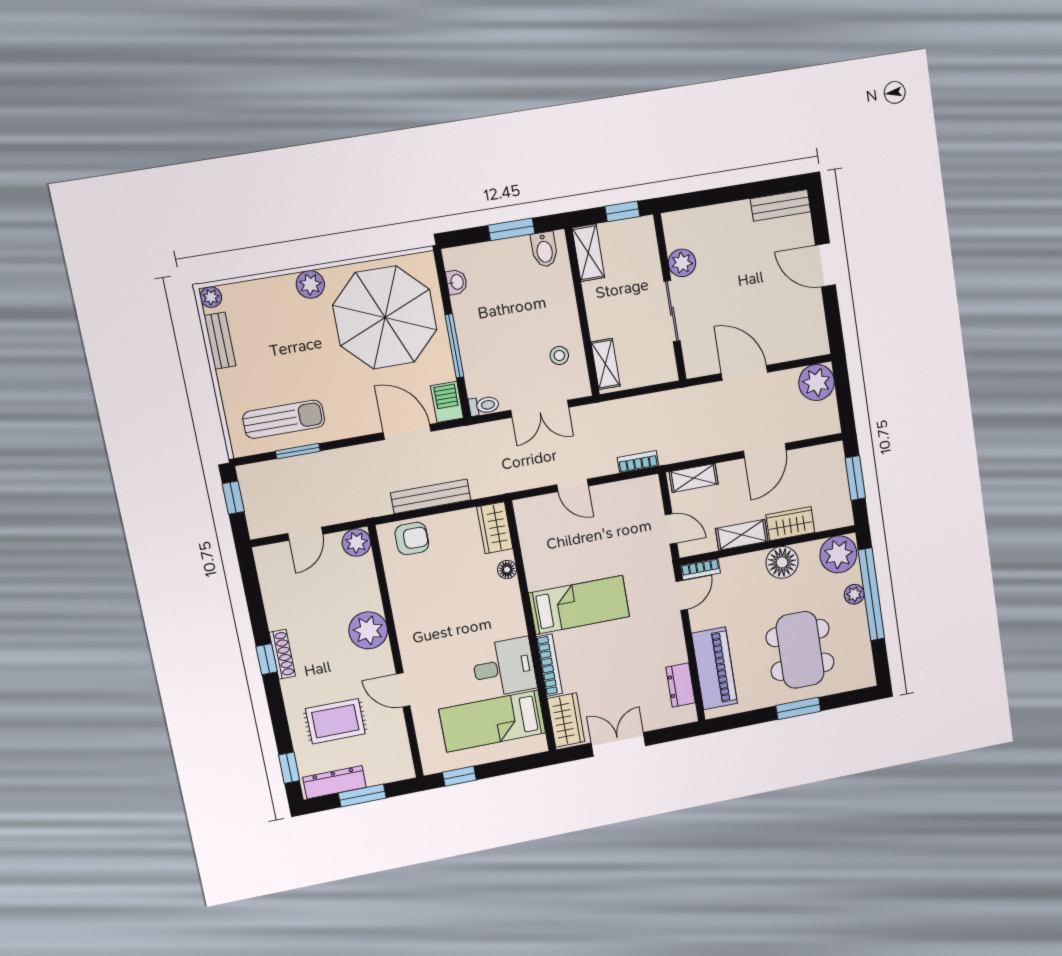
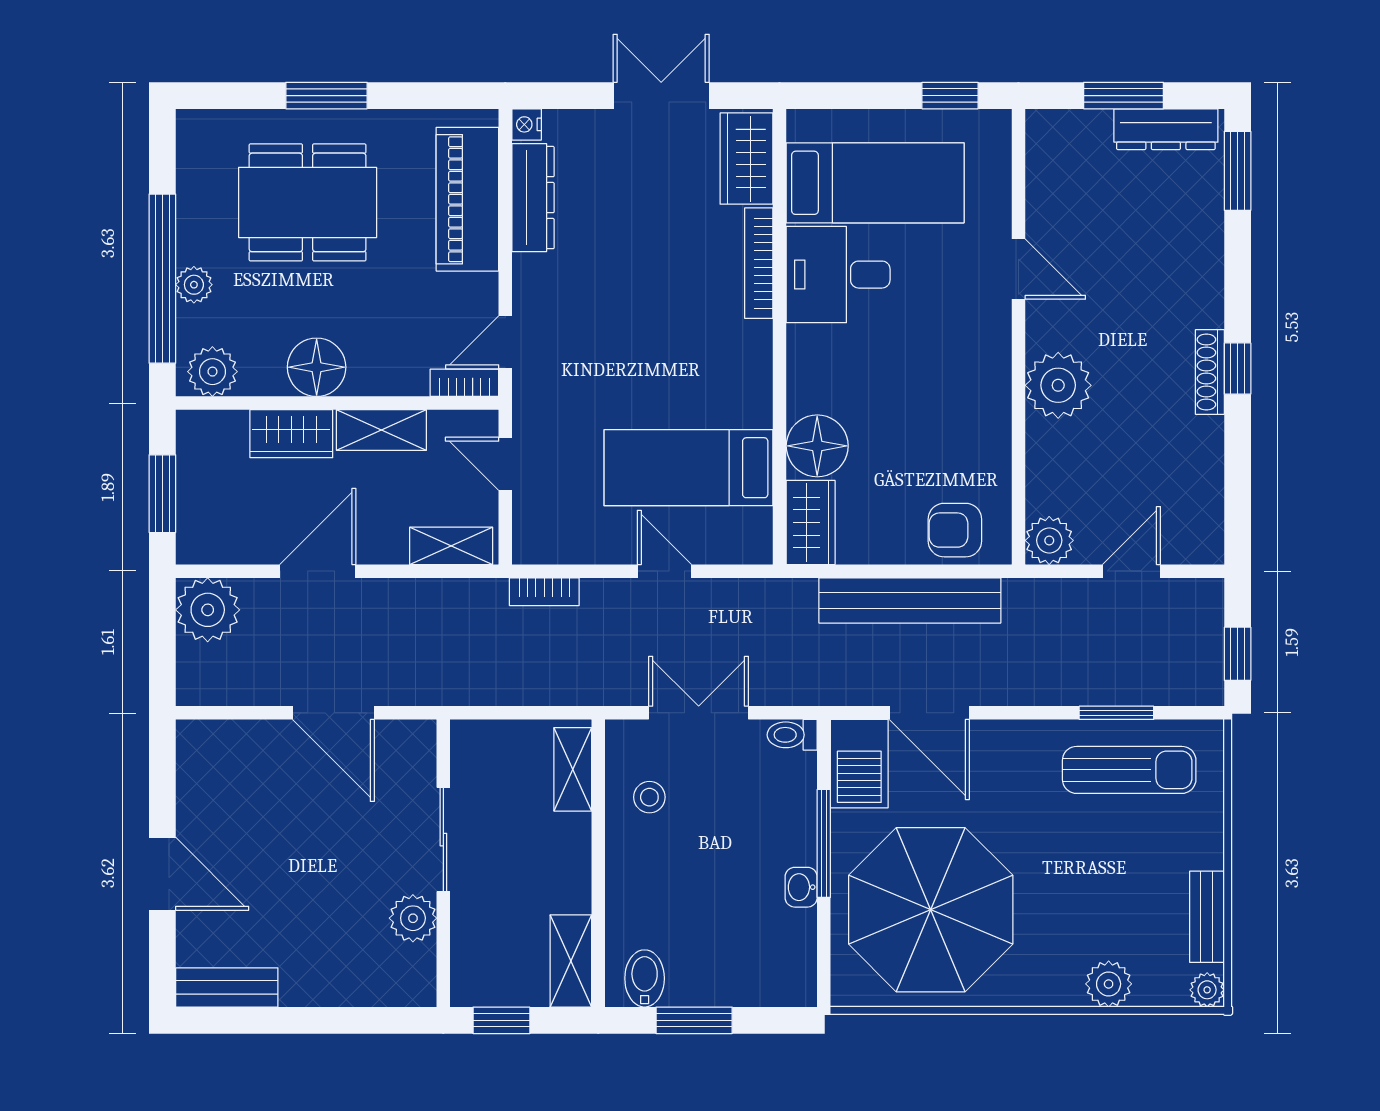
washbasin: (457, 282) -> (801, 887), moved
plant: (310, 284) -> (1109, 984), moved
plant: (817, 382) -> (208, 610), moved
barbecue: (447, 402) -> (859, 764), width x1.38, depth x1.27
sun lounger: (284, 419) -> (1129, 770), turned 180
bench: (431, 496) -> (910, 600), width x1.37, depth x1.21
plant: (838, 554) -> (212, 372), width x0.73, depth x0.73
floor lamp: (507, 570) -> (817, 446), width x1.89, depth x1.89
bed: (579, 605) -> (689, 468), moved
dining table: (800, 650) -> (308, 202), turned 90
dresser: (681, 685) -> (533, 198), width x1.44
nightstand: (689, 714) -> (527, 124), added
rug: (335, 721) -> (1144, 237), removed
double door: (618, 744) -> (661, 96), swing flipped
window: (289, 768) -> (1238, 171), width x1.50

